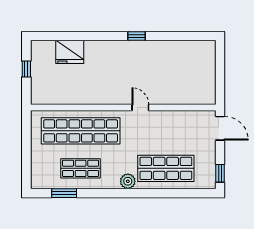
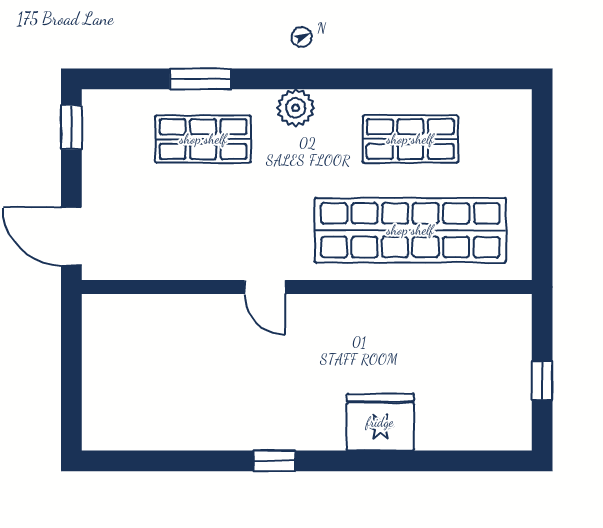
fridge: (70, 52) -> (380, 422), moved
shop shelf: (166, 168) -> (203, 139), width x0.70, depth x0.74
window: (64, 193) -> (200, 79), moved

